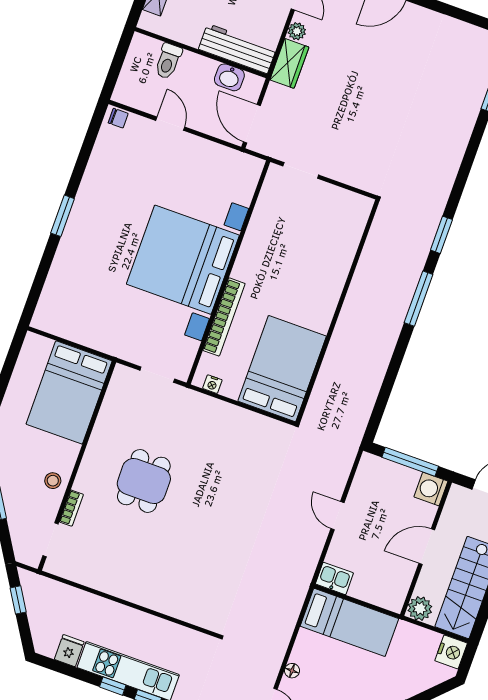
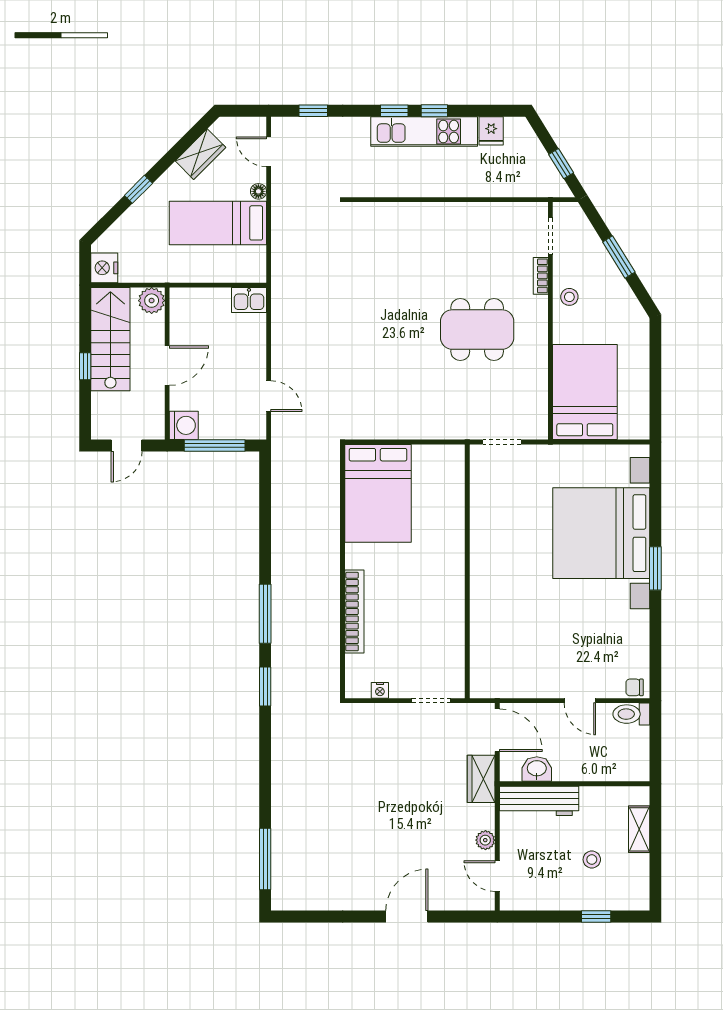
toilet: (168, 61) -> (631, 714), moved, turned -90
wardrobe: (289, 63) -> (481, 779), moved
bed with nightstands: (183, 260) -> (601, 533), moved, turned 180
bookcase: (224, 317) -> (354, 612), moved, turned 180
nightstand: (212, 384) -> (380, 690), moved, turned 180
dining table: (144, 481) -> (477, 330), width x1.38
door: (337, 516) -> (269, 396), moved
bed: (349, 622) -> (218, 223), moved

